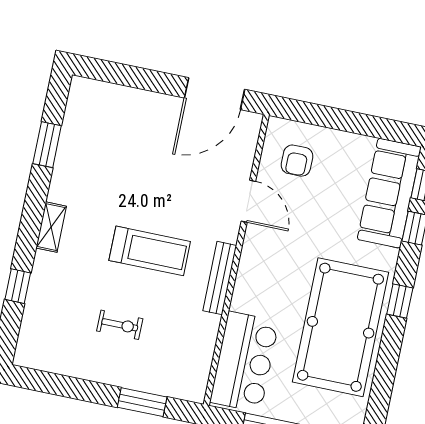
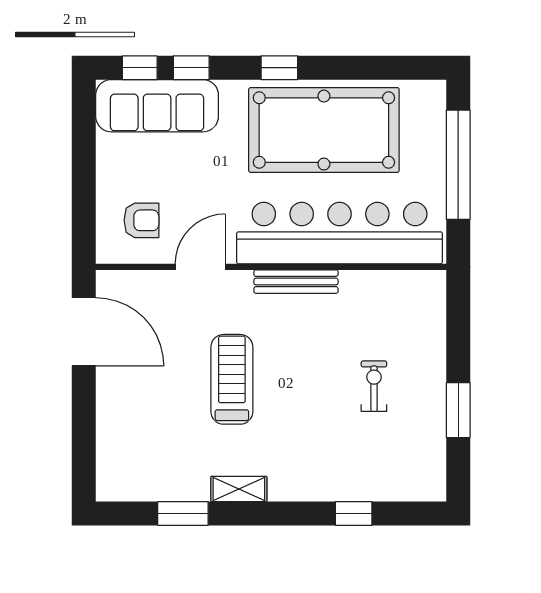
shelving: (51, 227) -> (239, 489), moved
treadmill: (150, 251) -> (232, 379), moved
bar counter: (244, 362) -> (340, 233), width x1.86
window: (142, 402) -> (458, 410), moved

